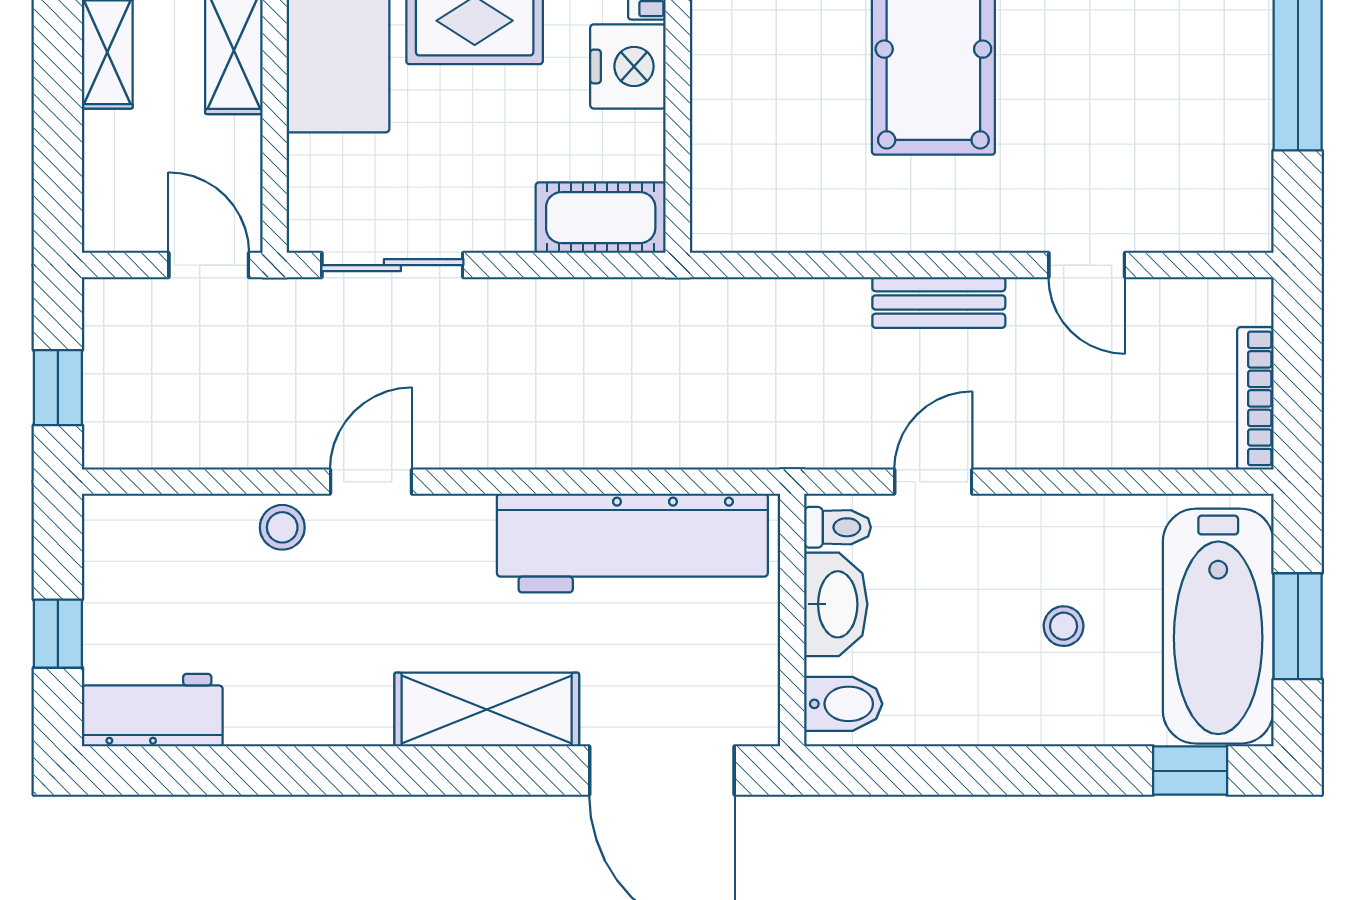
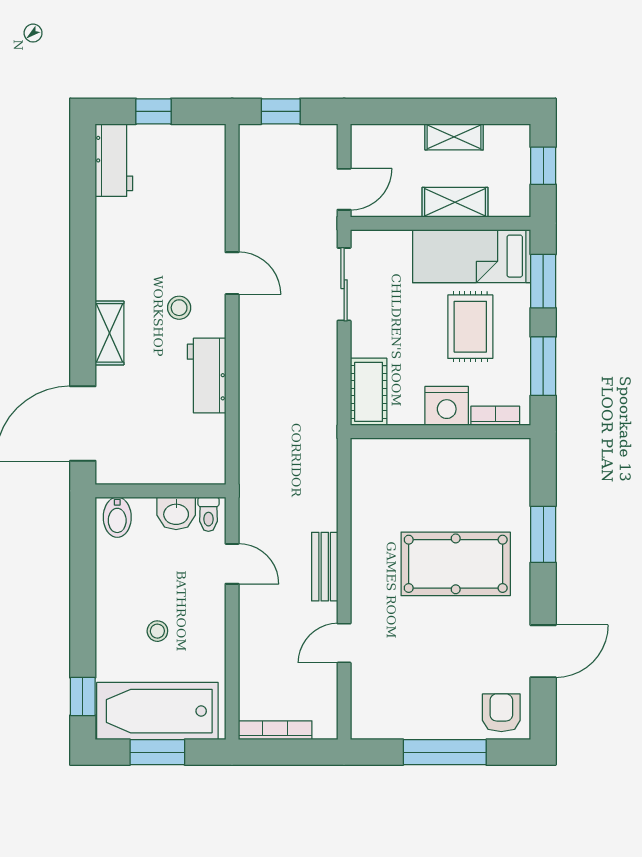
stool: (282, 527) -> (179, 308), moved
workbench: (632, 543) -> (207, 376), width x0.53, depth x0.76
washbasin: (836, 604) -> (176, 513), width x0.72
shelving: (487, 710) -> (110, 333), width x0.67, depth x0.75

